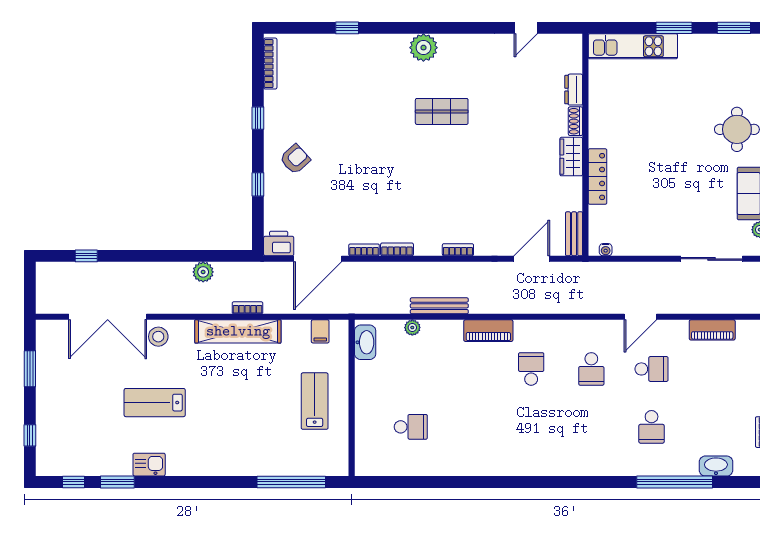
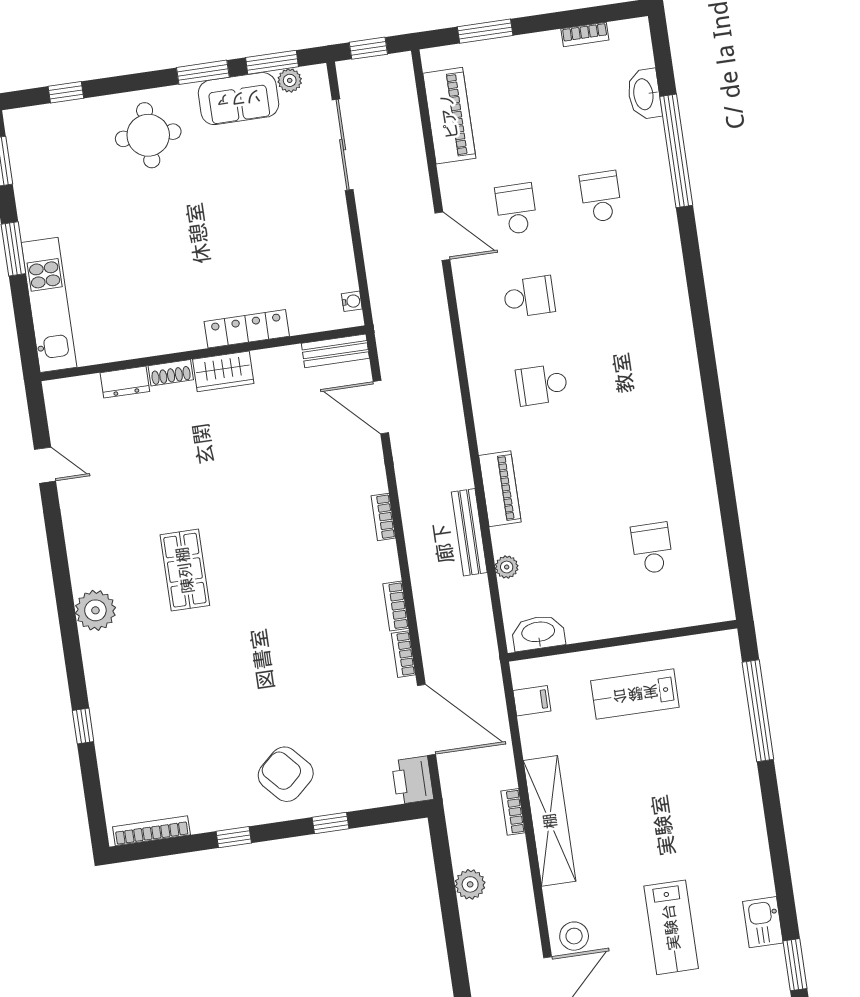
armchair: (295, 159) -> (286, 774), width x1.38, depth x1.38
piano: (712, 330) -> (449, 116), width x1.37, depth x1.33
piano: (488, 331) -> (500, 489), moved
school desk: (652, 427) -> (601, 197), turned -90

